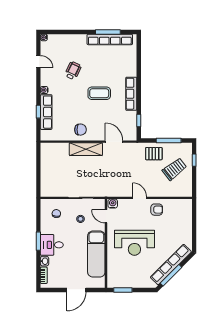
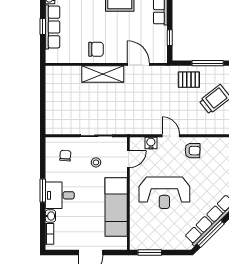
water cooler: (113, 204) -> (151, 143), moved
door: (106, 216) -> (128, 159), swing flipped

